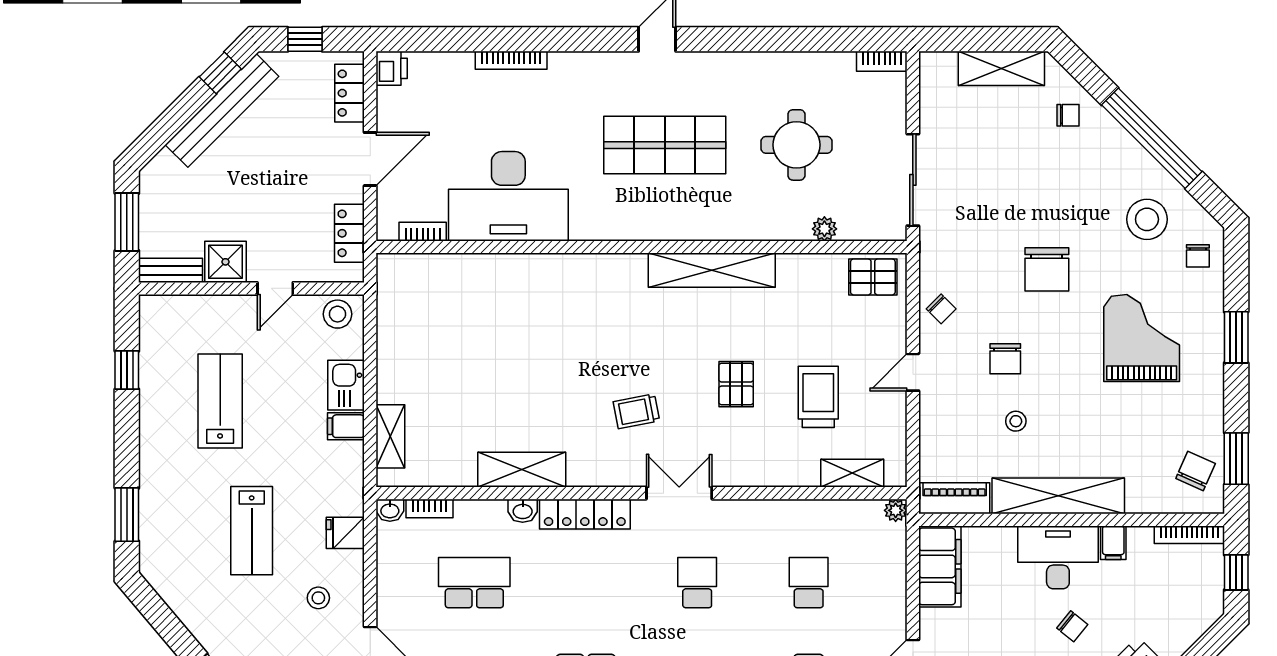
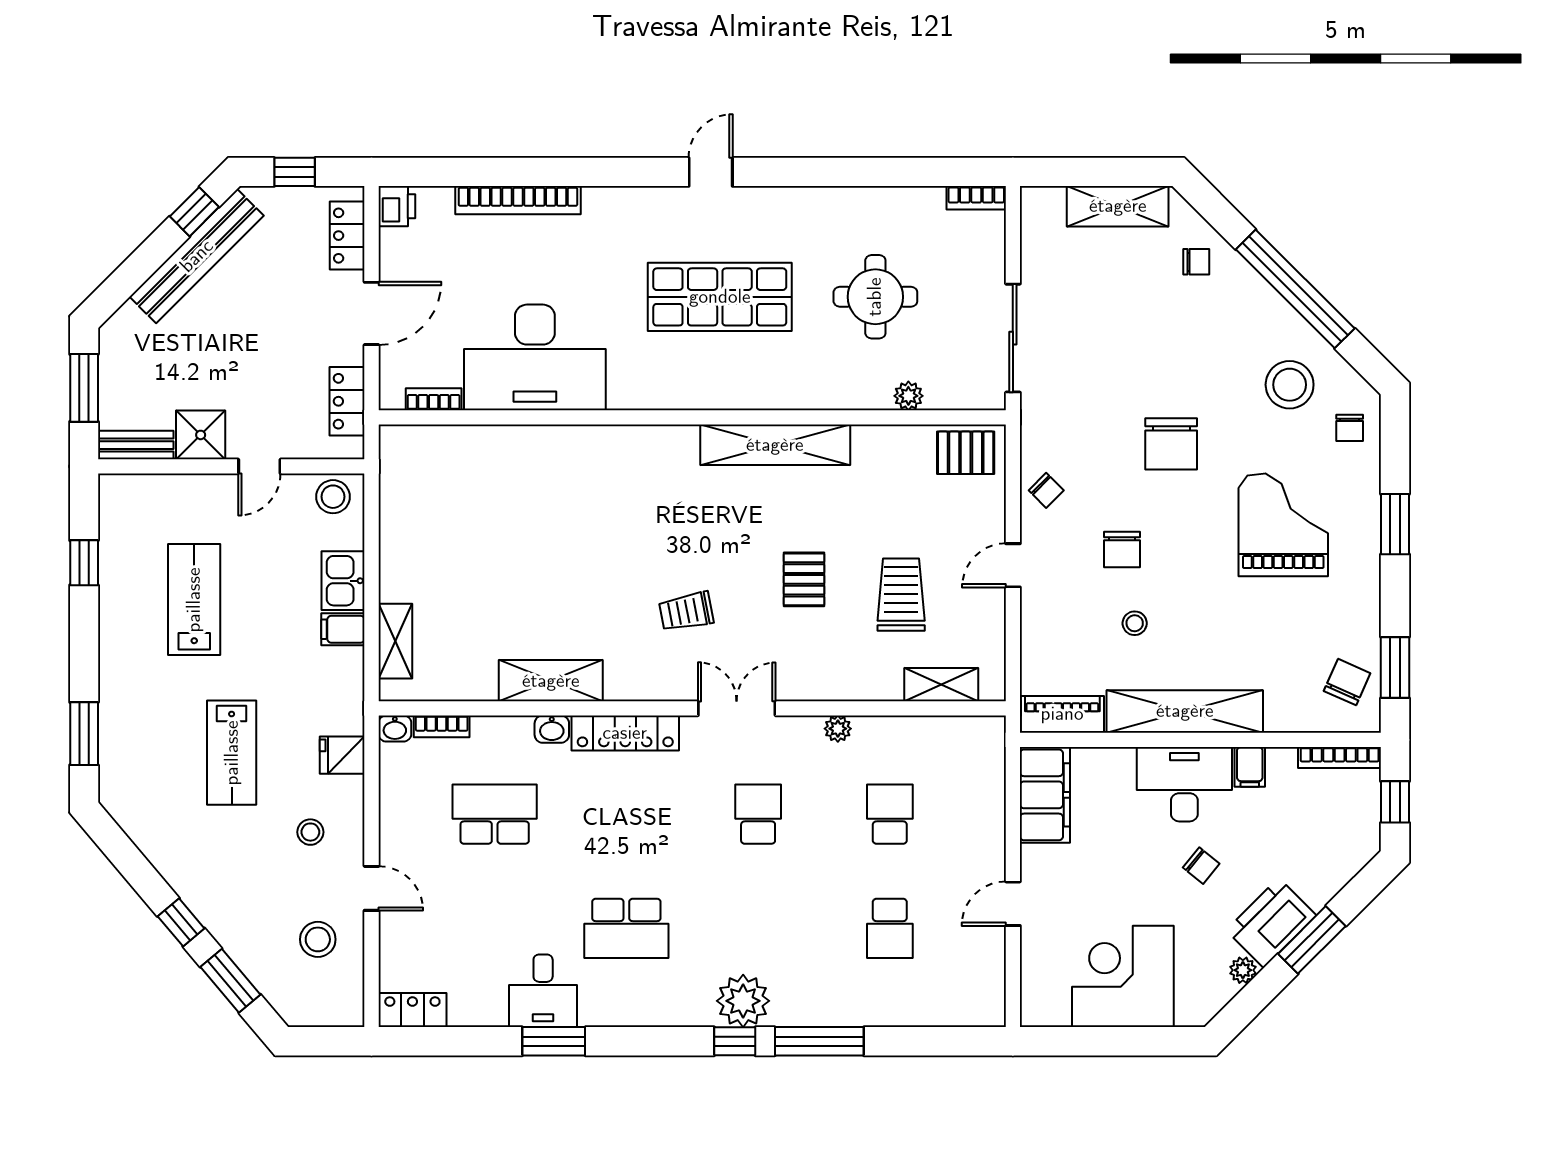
bookcase: (511, 60) -> (518, 200), width x1.48, depth x1.31
plant: (896, 510) -> (838, 729), moved

